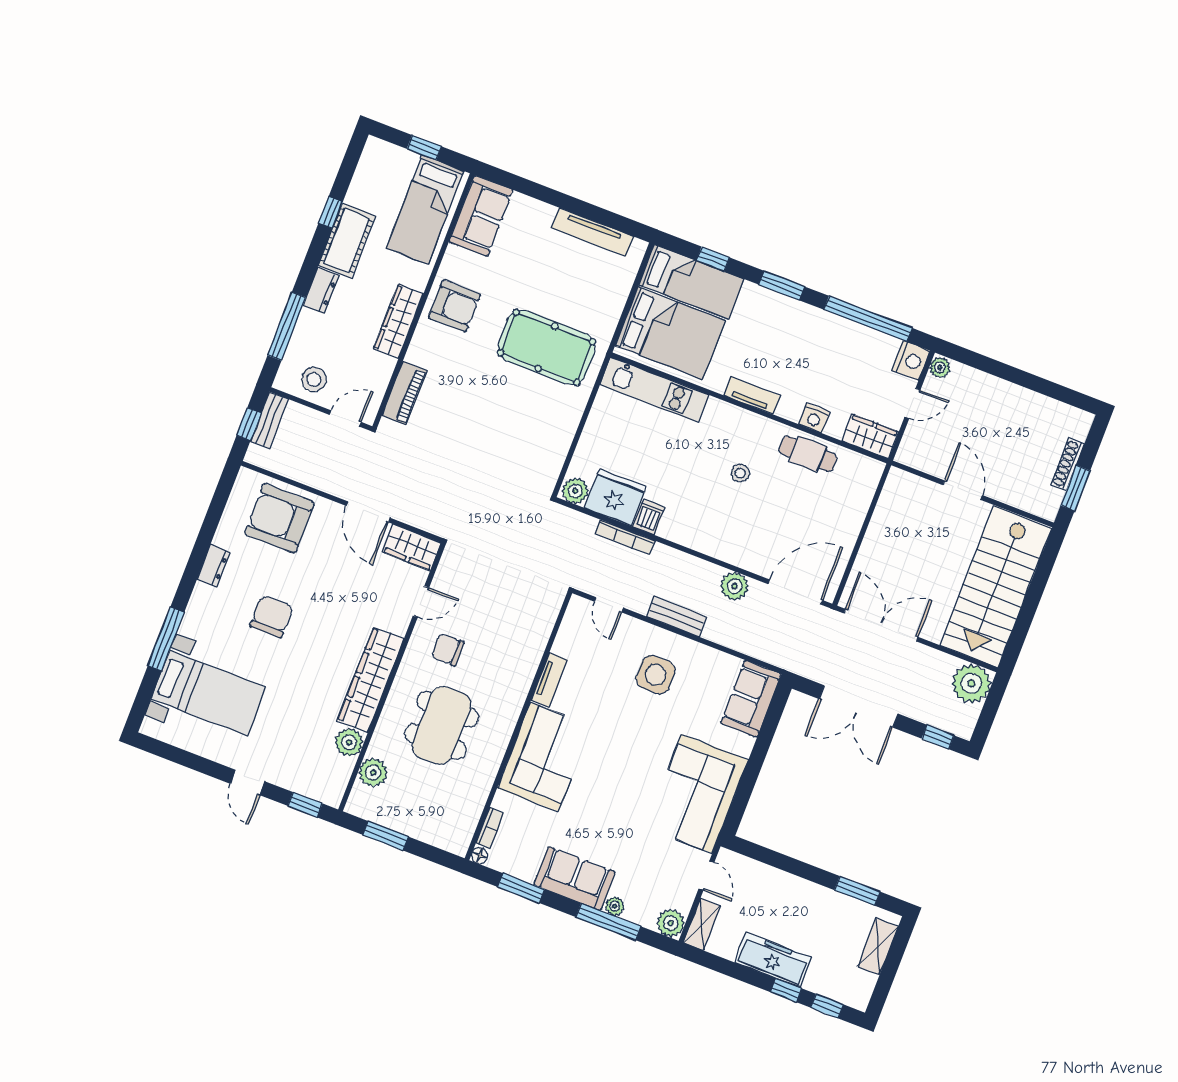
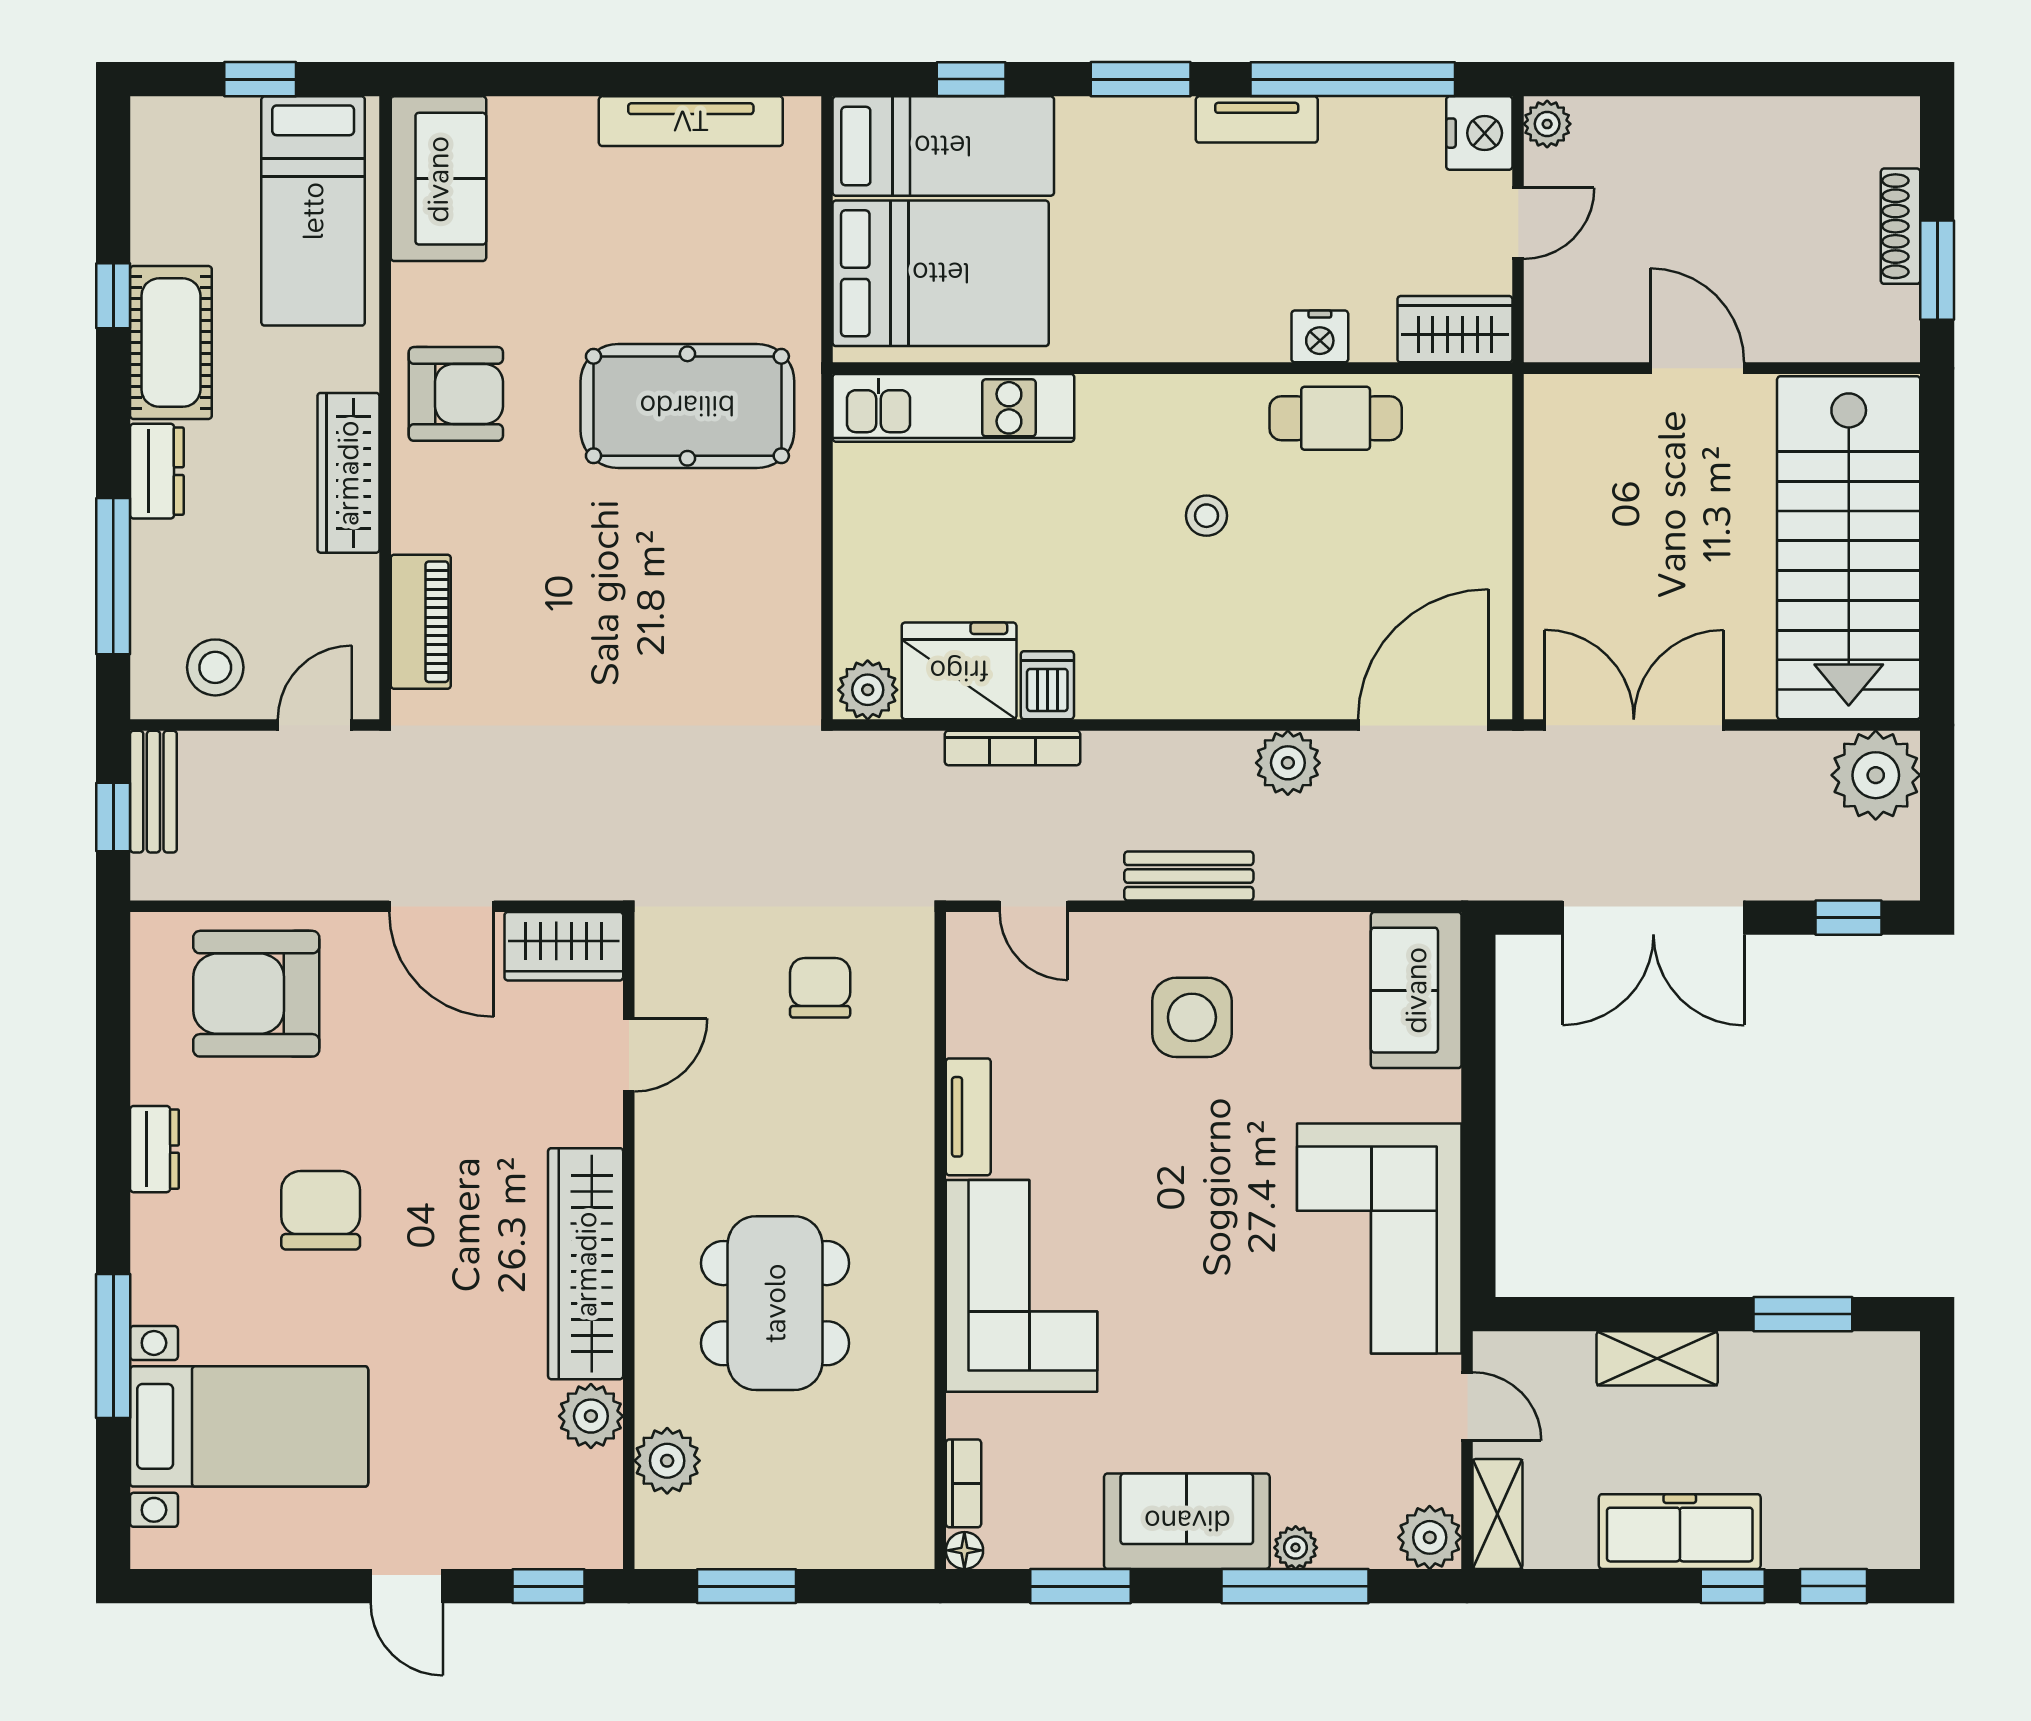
tv unit: (752, 395) -> (1257, 119), moved, turned 180
chair: (448, 650) -> (820, 988), moved, turned 90
shelving: (878, 946) -> (1657, 1358), moved, turned 90

